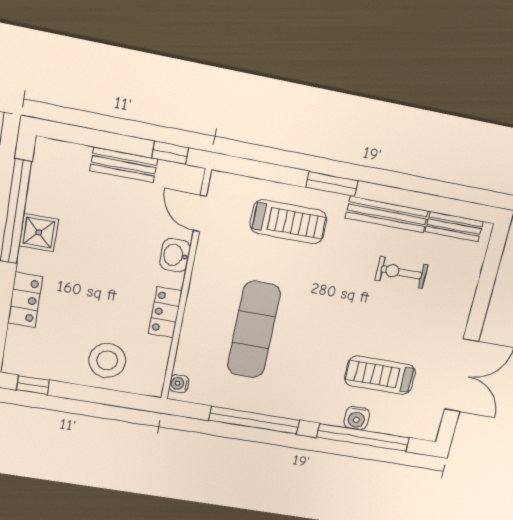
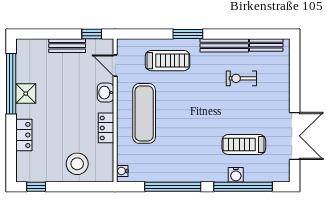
exercise mat: (254, 330) -> (144, 113), moved

